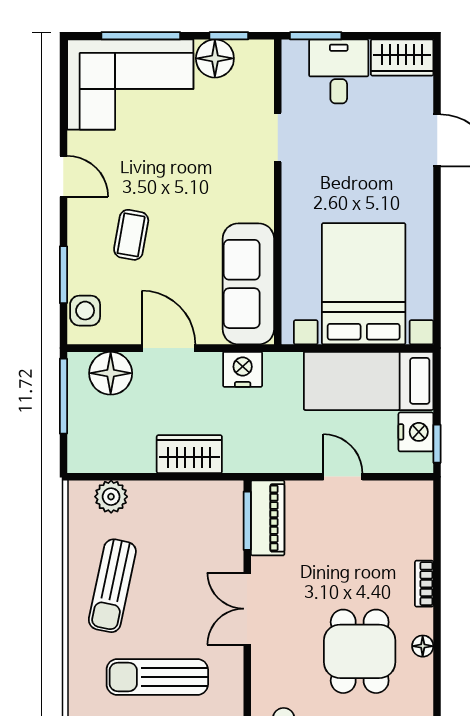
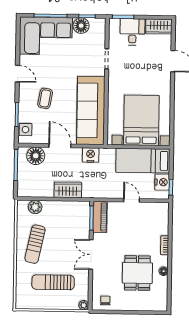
sofa: (248, 284) -> (91, 110), width x1.36, depth x1.27

